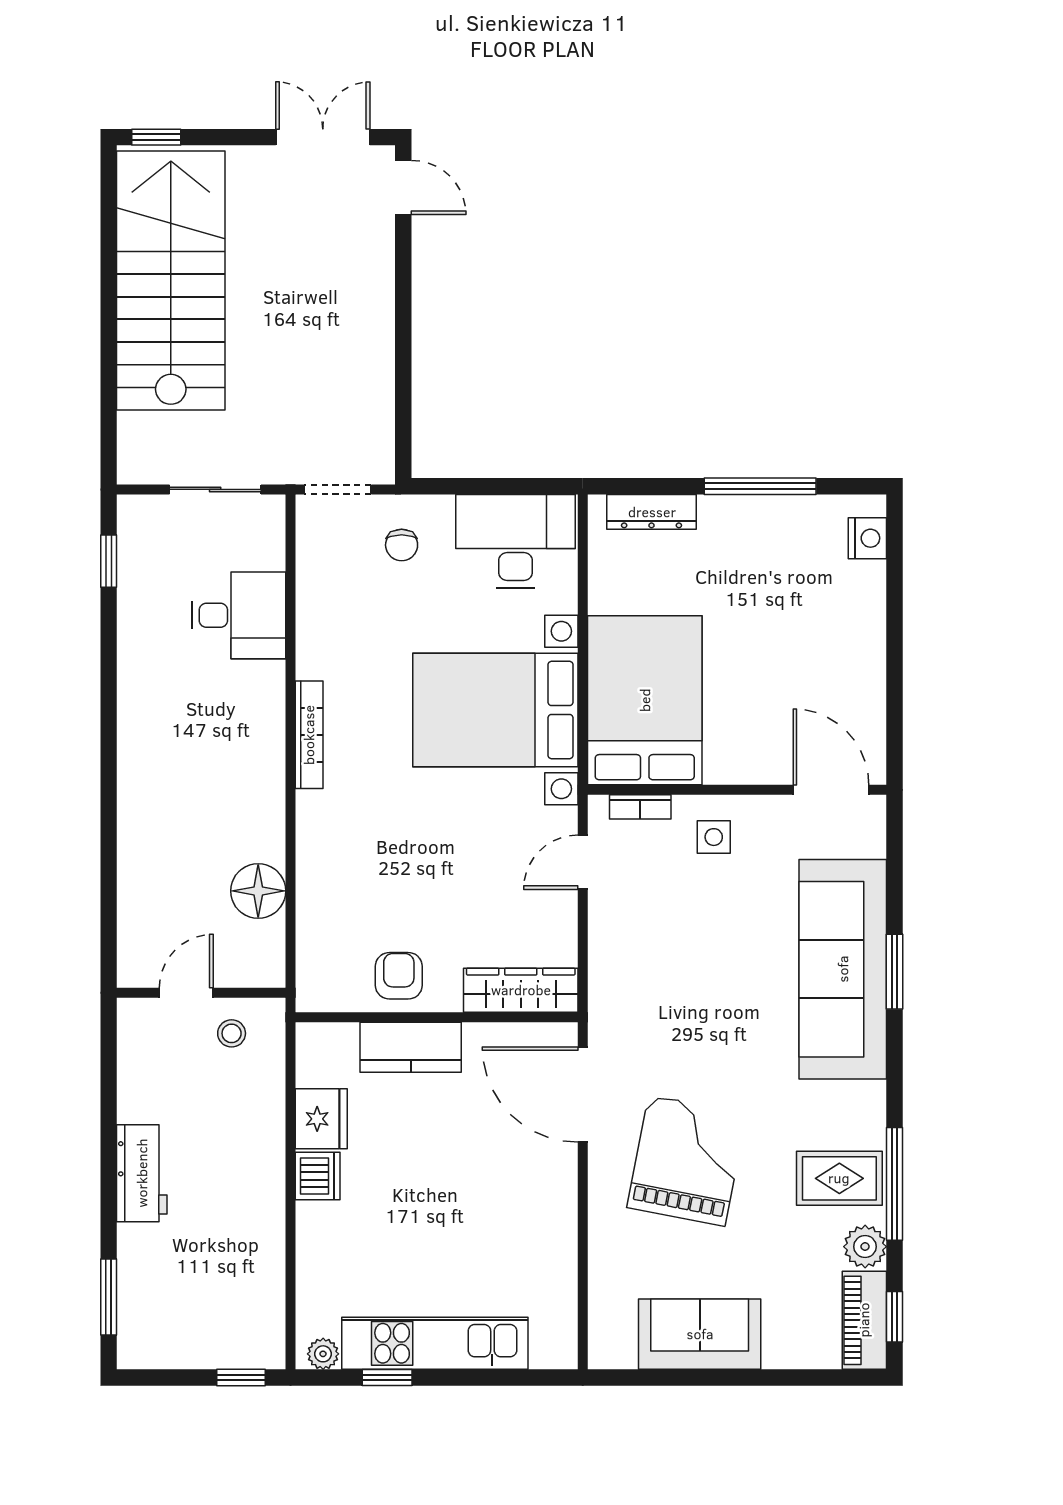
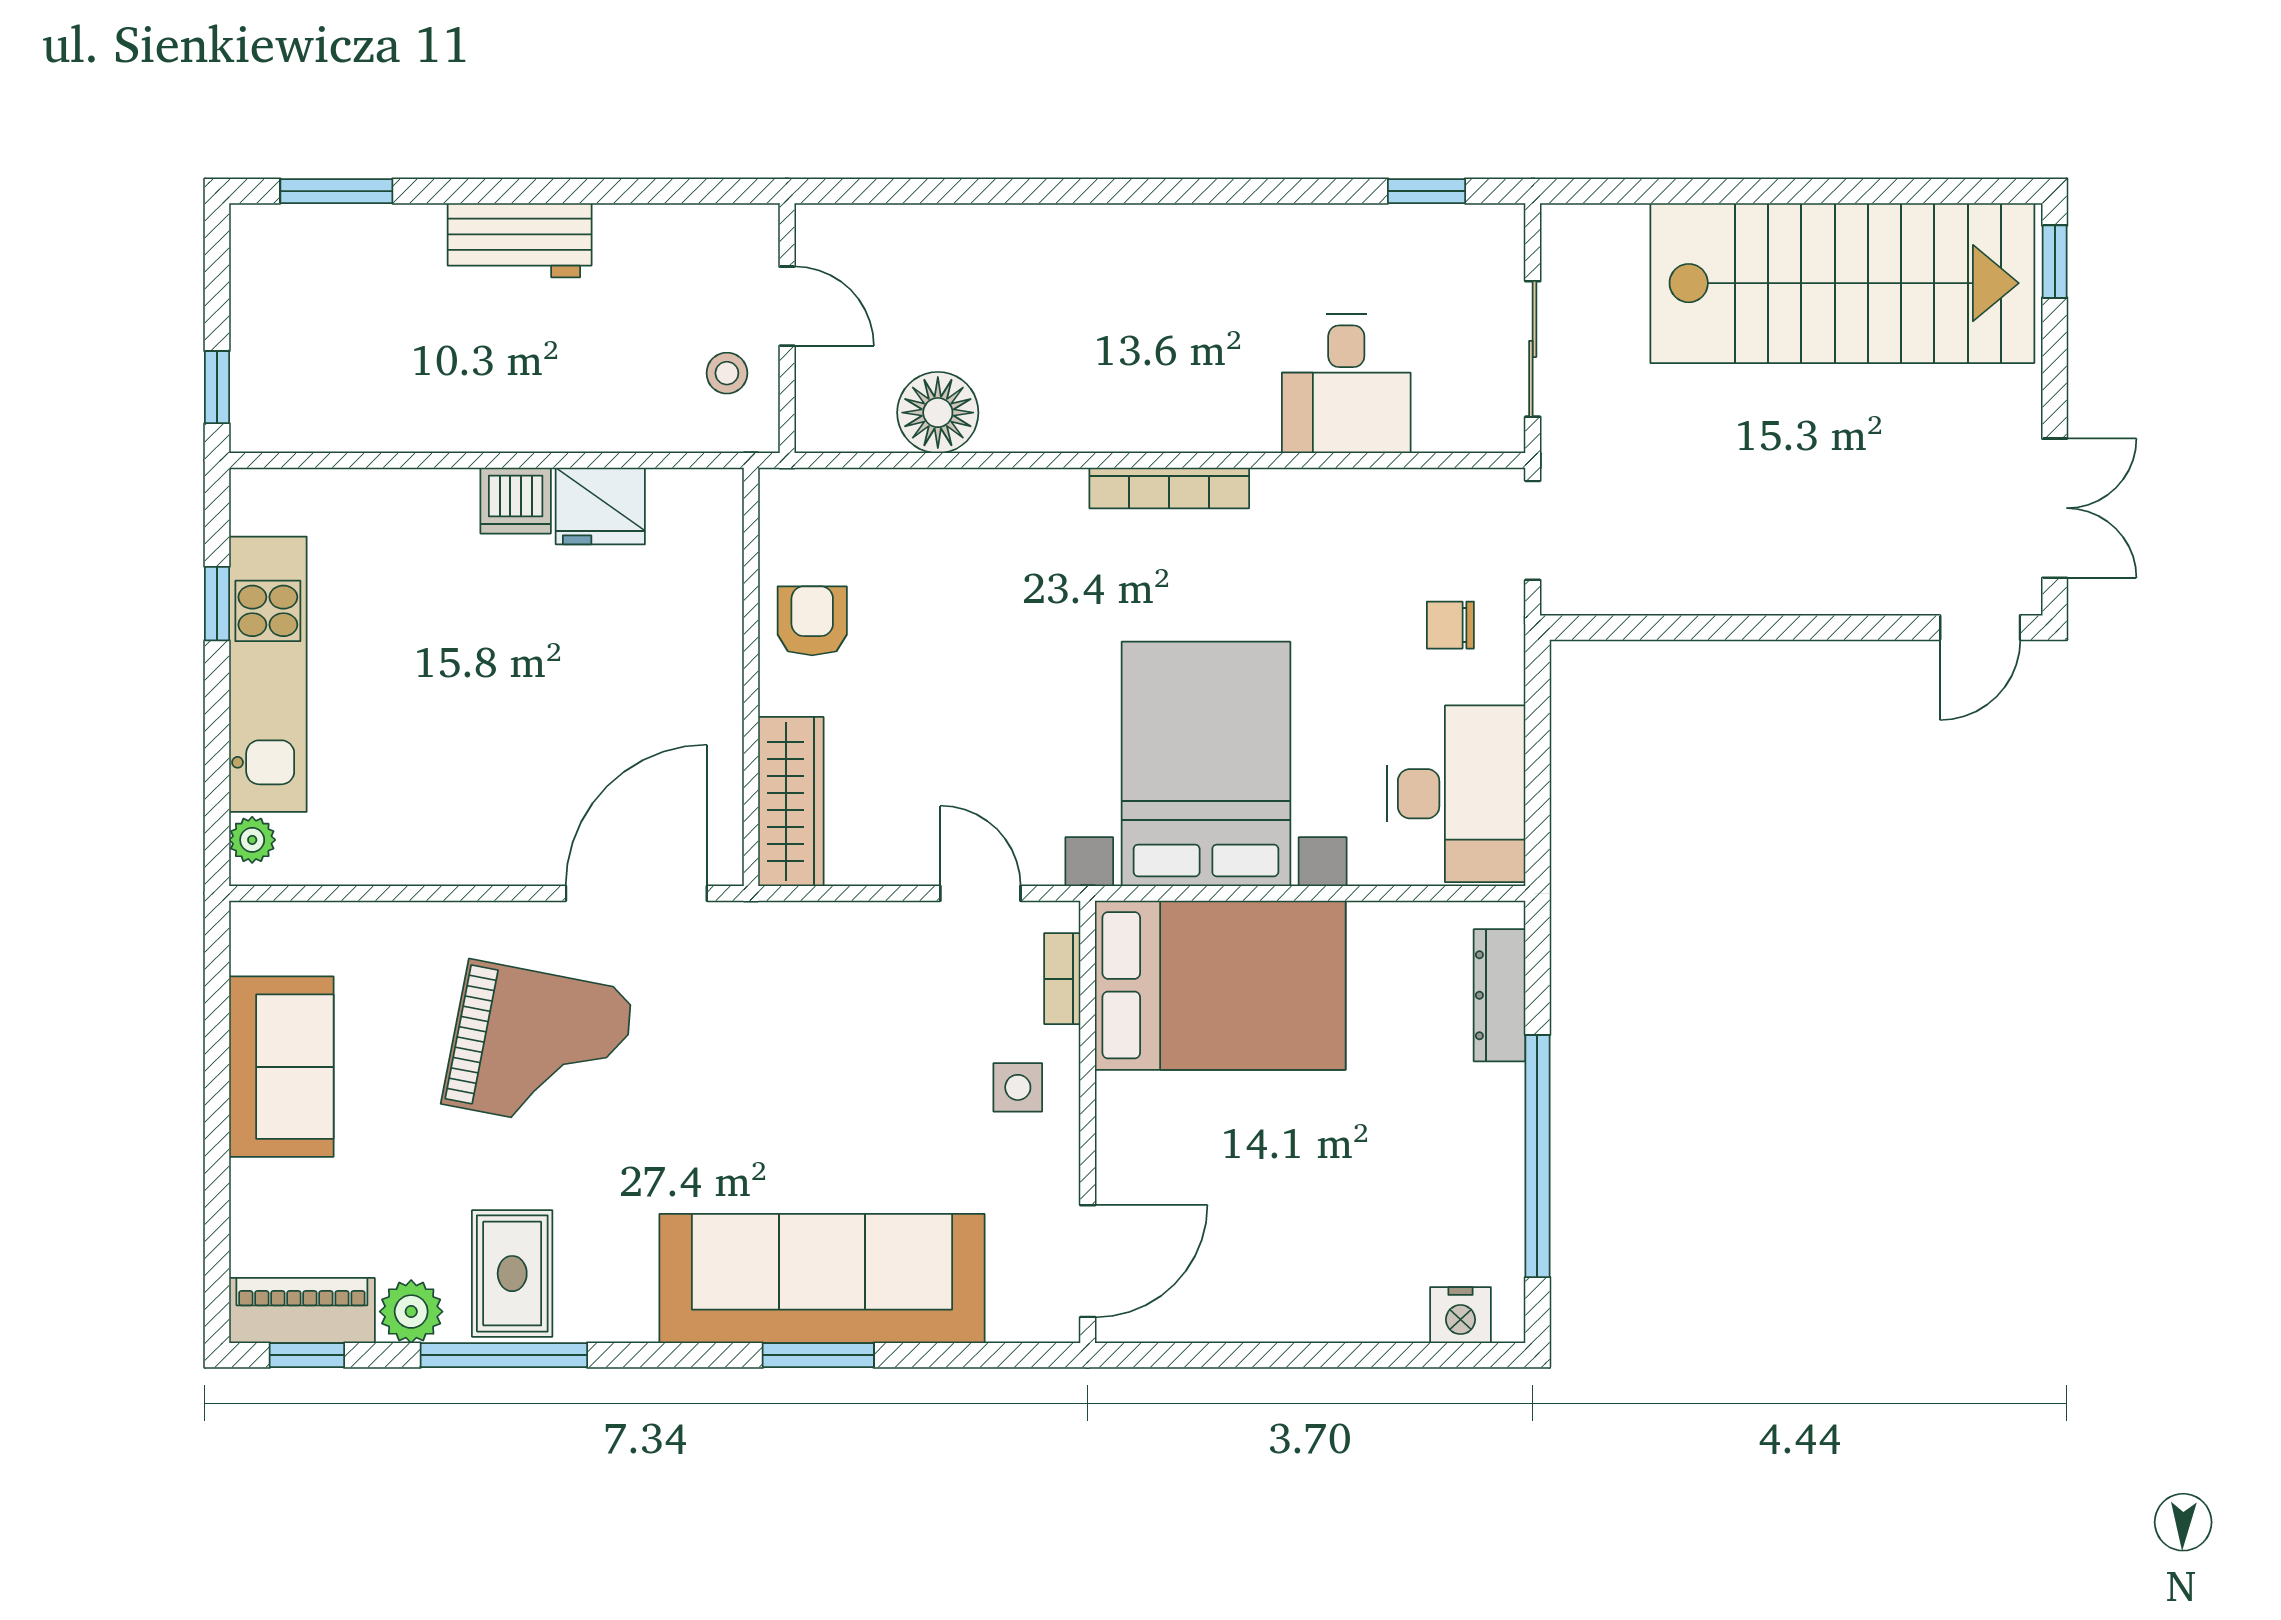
window: (760, 486) -> (1537, 1156), width x1.46
armchair: (399, 976) -> (812, 621), turned -90
kitchen counter: (411, 1047) -> (706, 639), removed
plant: (323, 1354) -> (252, 840), moved

